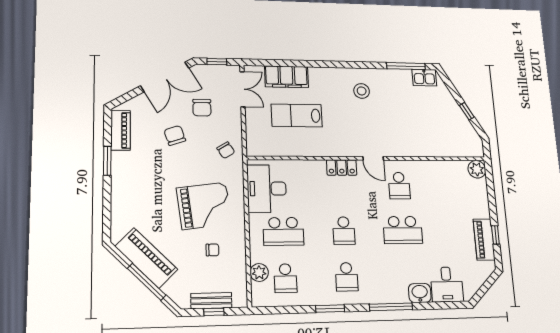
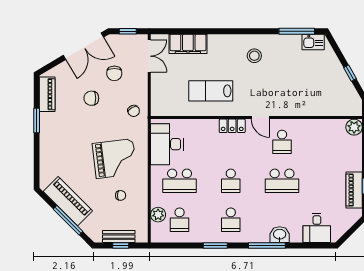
lab bench: (297, 115) -> (211, 91), moved
chair: (175, 135) -> (91, 98), turned -72
washbasin: (420, 293) -> (280, 235), moved

